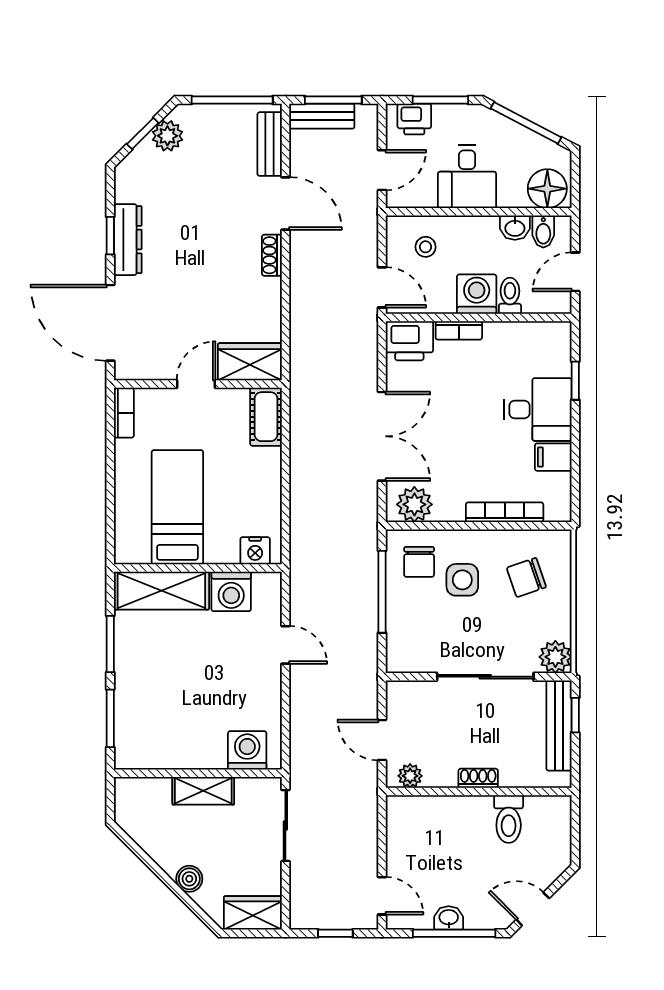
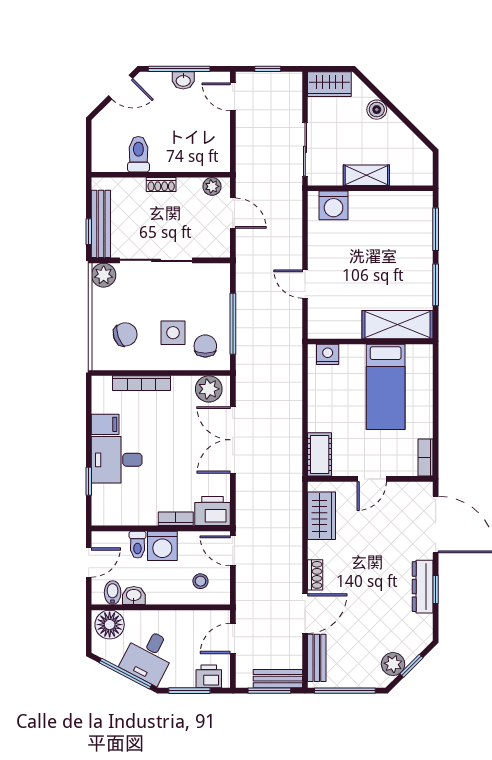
desk: (467, 177) -> (148, 656), moved, turned -152
door: (285, 203) -> (305, 614), swing flipped
wardrobe: (250, 362) -> (322, 516), moved, turned -90
washing machine: (231, 591) -> (345, 324), removed

